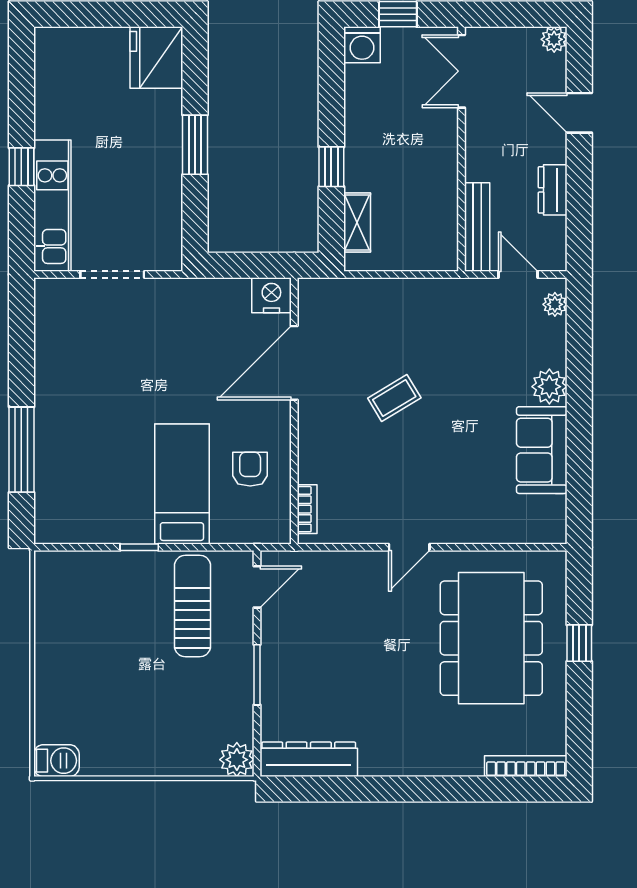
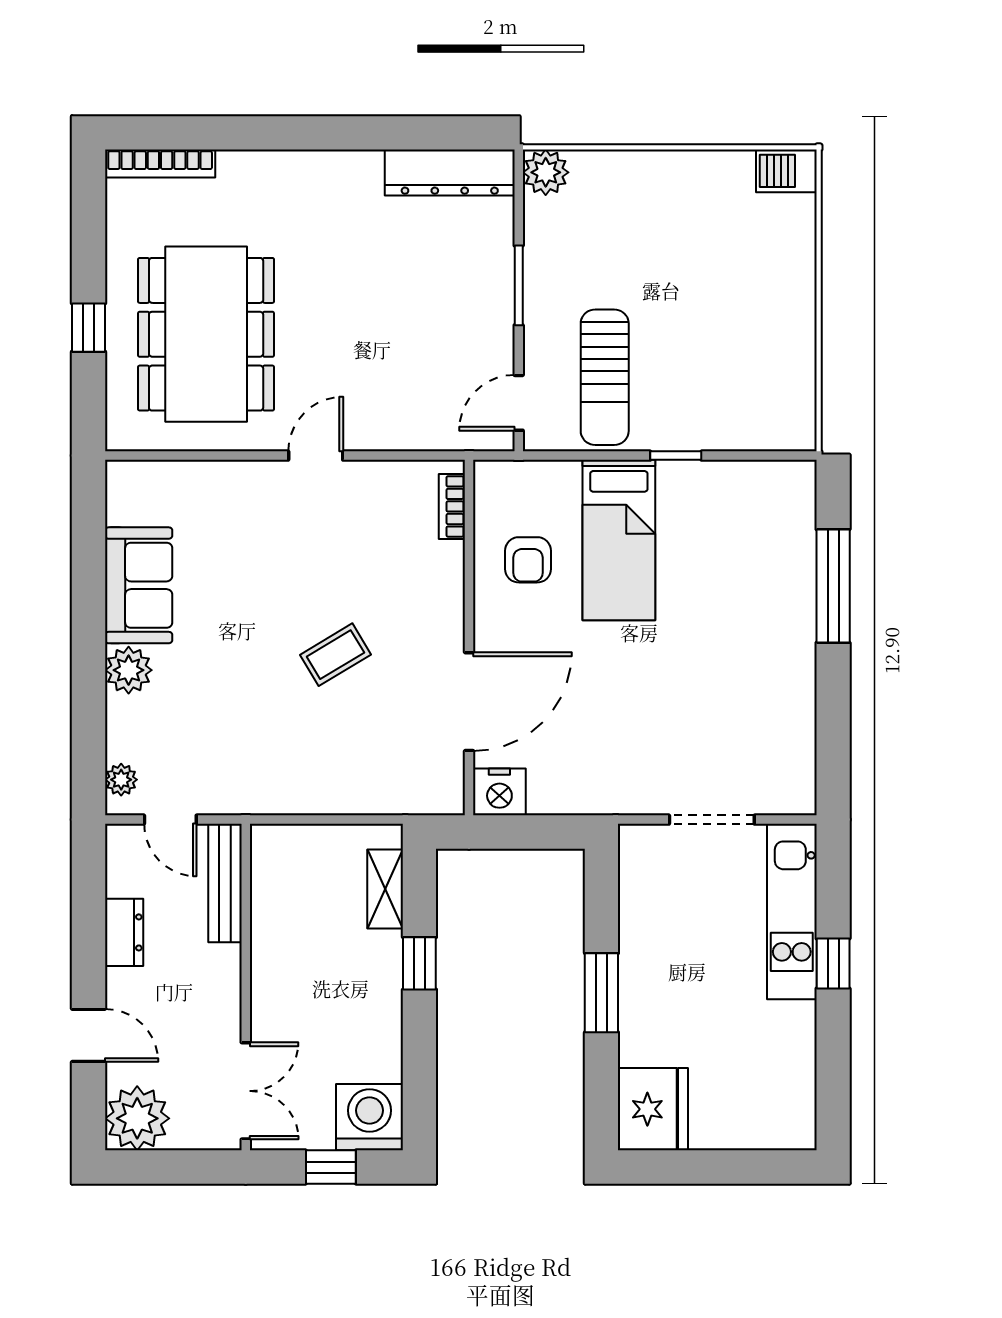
plant: (554, 39) -> (137, 1118), width x1.88, depth x1.88
washing machine: (362, 45) -> (370, 1117), width x1.37, depth x1.37

